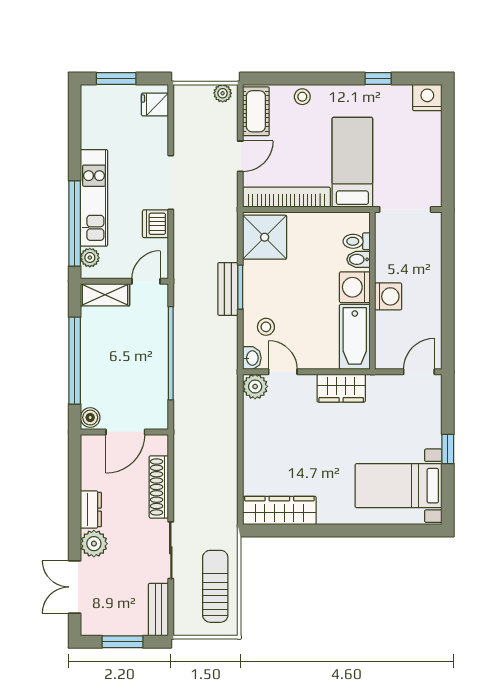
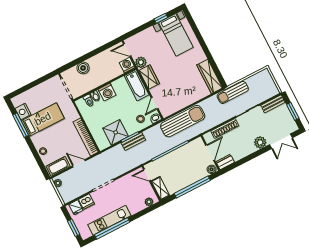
window: (378, 79) -> (21, 125), width x2.17
nightstand: (427, 97) -> (23, 112), moved
bed: (352, 162) -> (43, 119), moved, turned 180
kitchen unit: (94, 198) -> (109, 220), moved
window: (75, 223) -> (112, 228), moved
dishwasher: (155, 224) -> (86, 202), moved
shower: (265, 237) -> (116, 132), moved
boiler: (428, 264) -> (83, 68), added
washing machine: (388, 296) -> (127, 65), moved
bathtub: (355, 337) -> (137, 85), moved, turned 90
plant: (255, 386) -> (141, 62), moved
sun lounger: (217, 410) -> (183, 121), added
door: (125, 432) -> (210, 153), hinge flipped
window: (448, 449) -> (161, 18), moved
dresser: (91, 510) -> (225, 162), moved
sun lounger: (215, 586) -> (233, 92), moved

